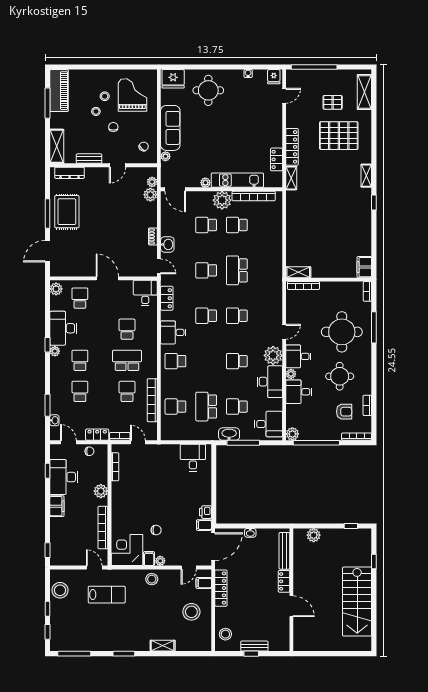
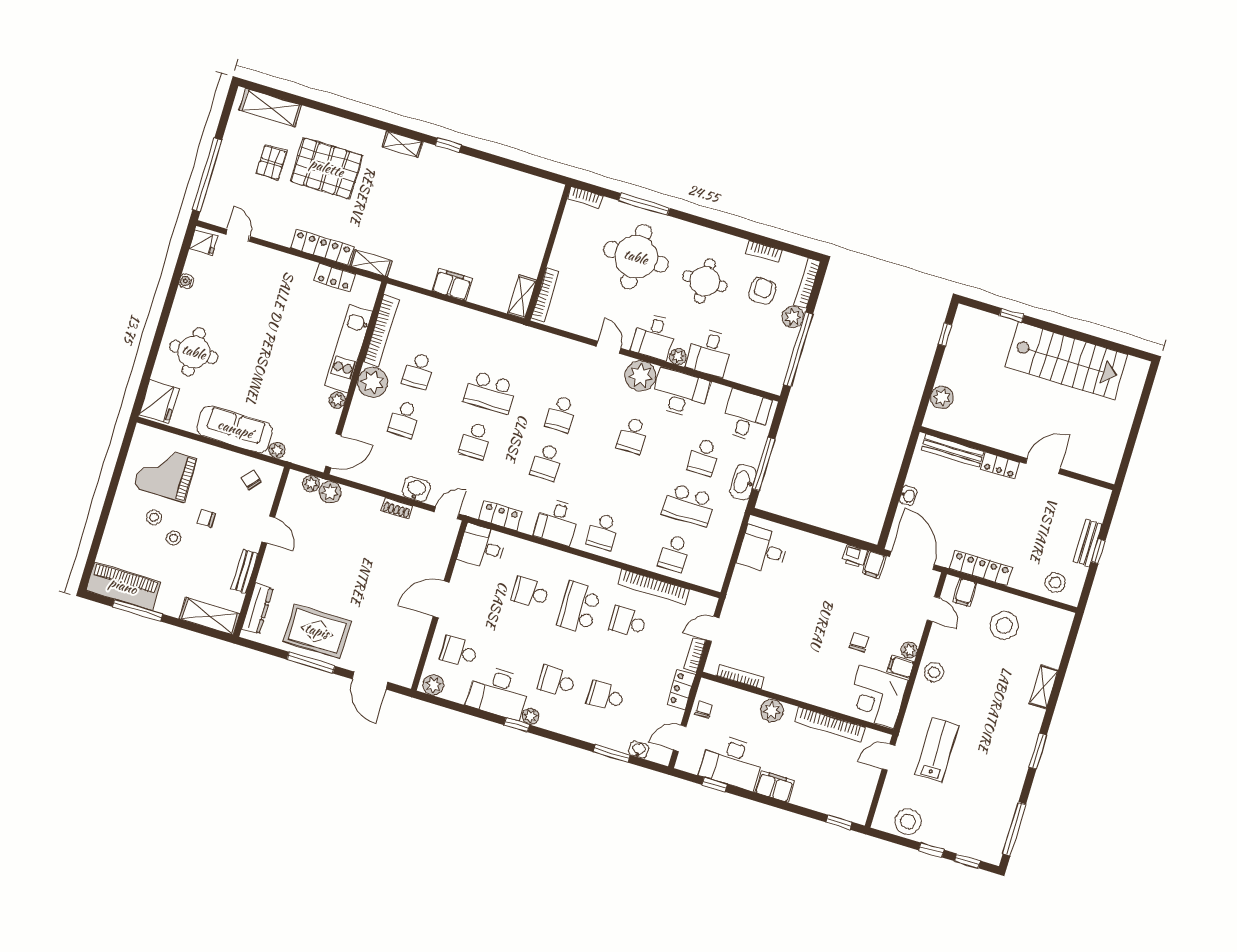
pallet: (339, 136) -> (327, 168), turned 90
filing cabinet: (364, 267) -> (452, 285), moved, turned 180
plant: (292, 434) -> (793, 317), moved

